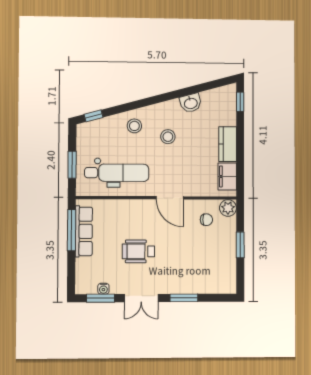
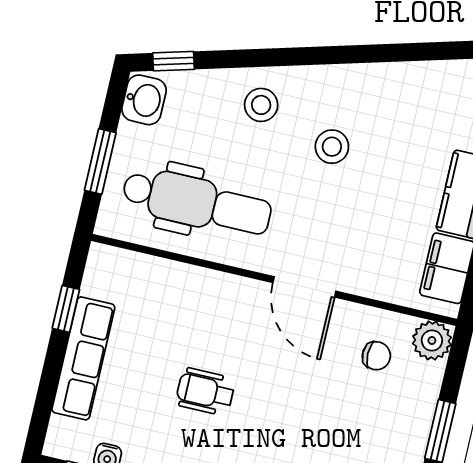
washbasin: (191, 103) -> (144, 100), moved, turned -75
window: (72, 230) -> (66, 309), width x0.46
row of seats: (84, 231) -> (83, 358), moved
wheelchair: (138, 251) -> (205, 392), width x0.73, depth x0.73

